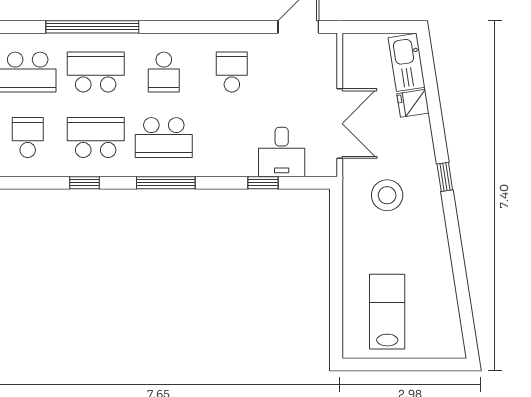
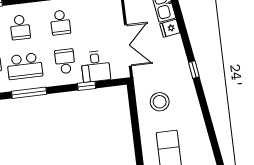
school desk: (232, 72) -> (60, 23), turned 180
school desk: (232, 138) -> (65, 61), added
stool: (387, 195) -> (160, 102), moved

